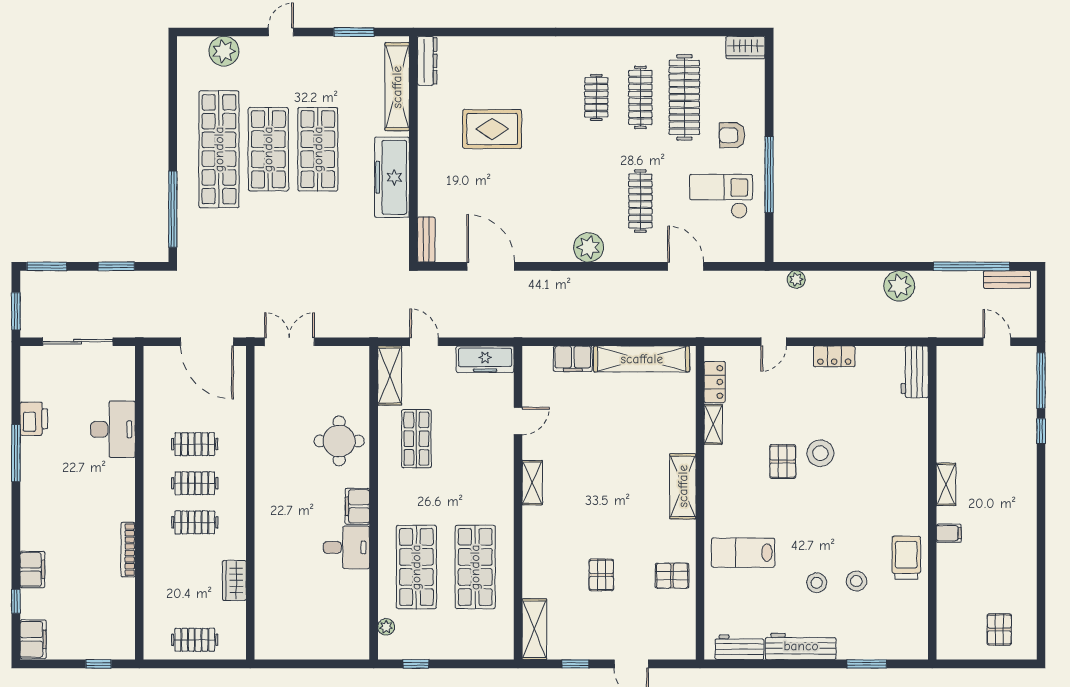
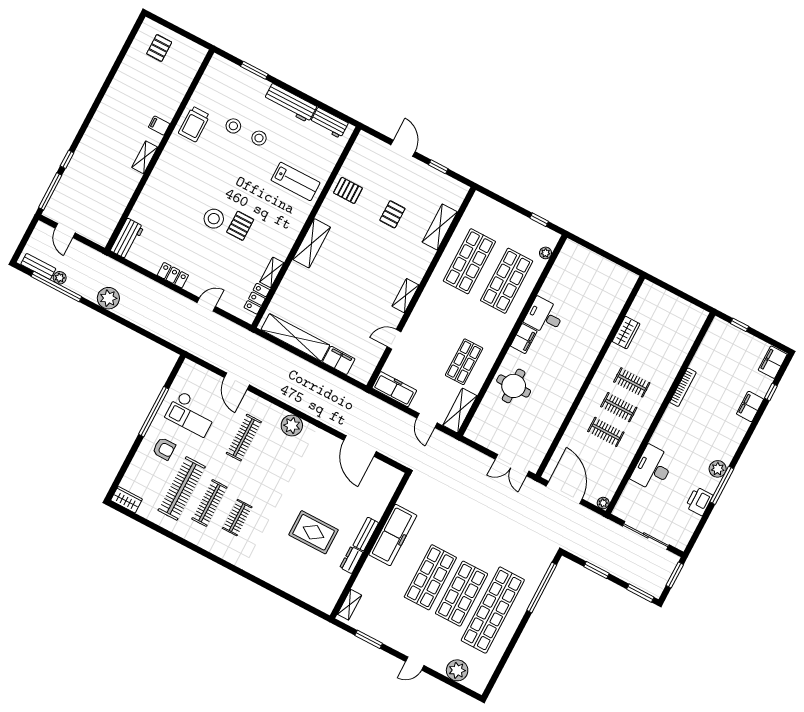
dresser: (427, 61) -> (351, 560), moved, width x0.70
shelving: (397, 87) -> (350, 605), width x0.45, depth x0.75
bench: (426, 240) -> (366, 534), moved
plant: (796, 279) -> (60, 278), moved
plant: (152, 354) -> (603, 503), added
plant: (32, 471) -> (718, 469), added
shelving: (534, 629) -> (440, 227), moved
clothes rail: (195, 640) -> (671, 308), removed

